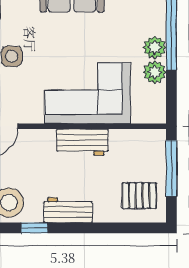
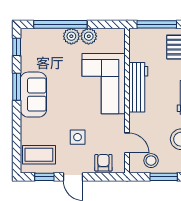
workbench: (82, 142) -> (138, 87), width x1.38

